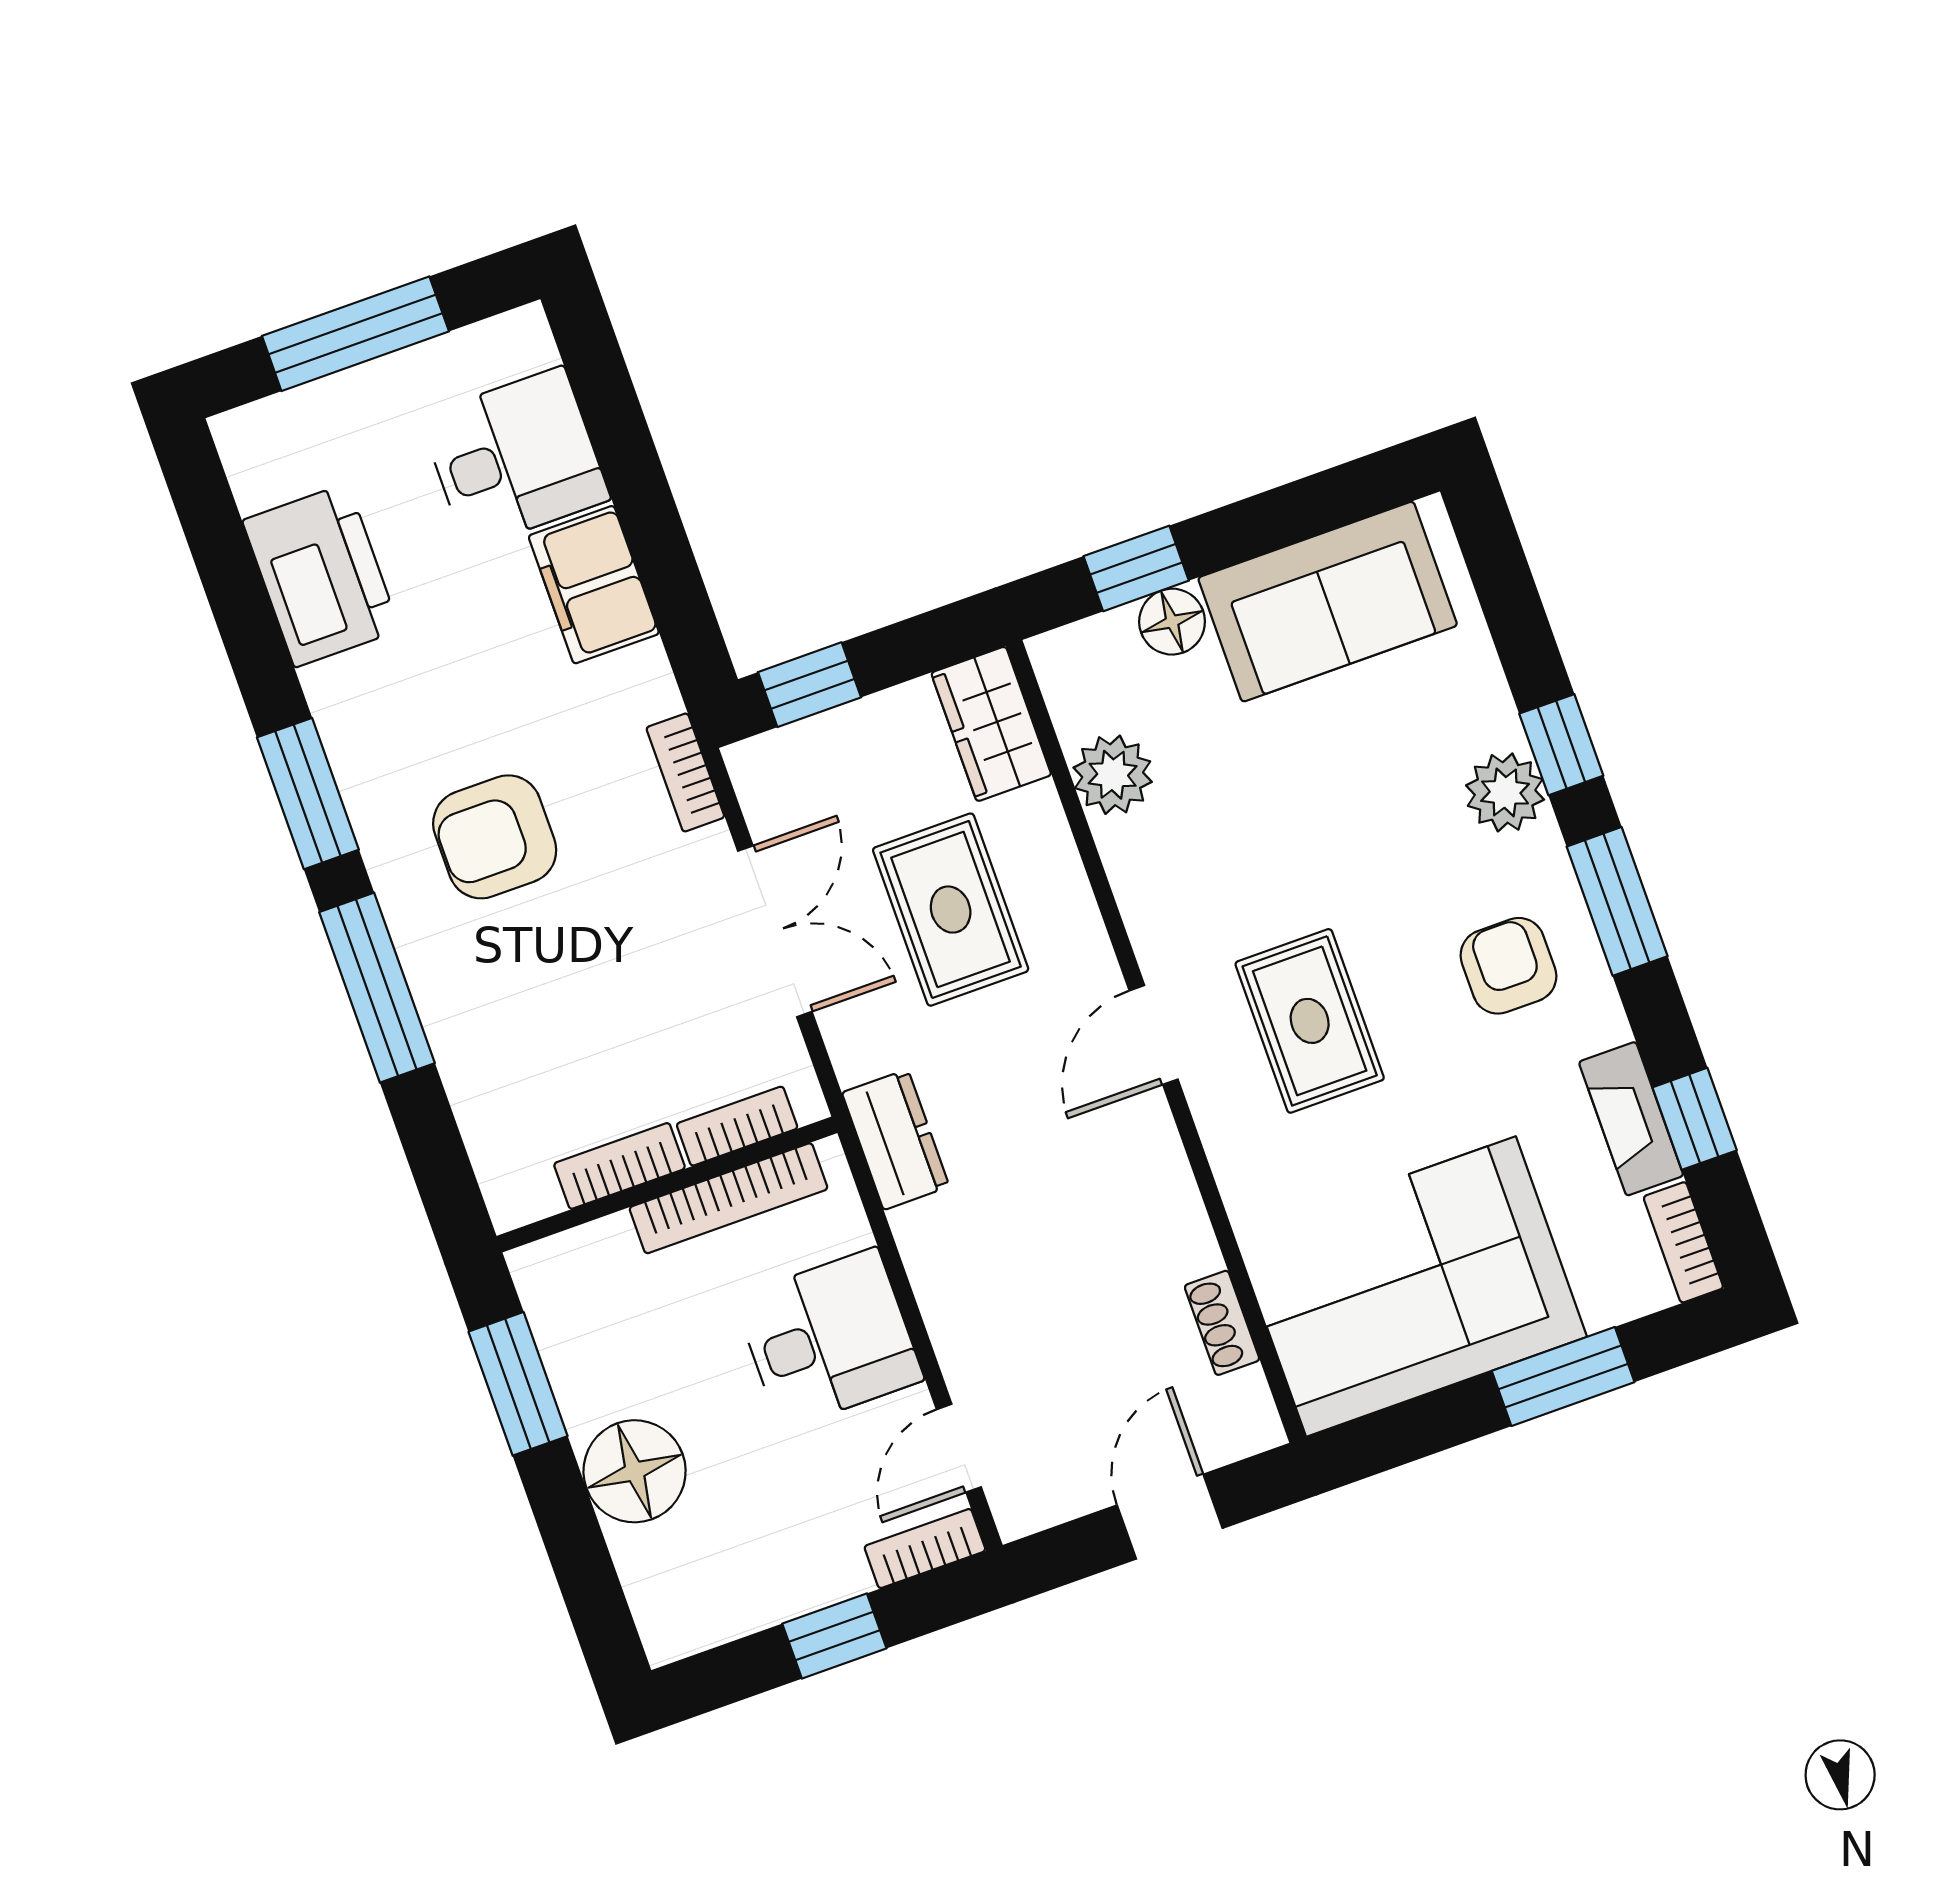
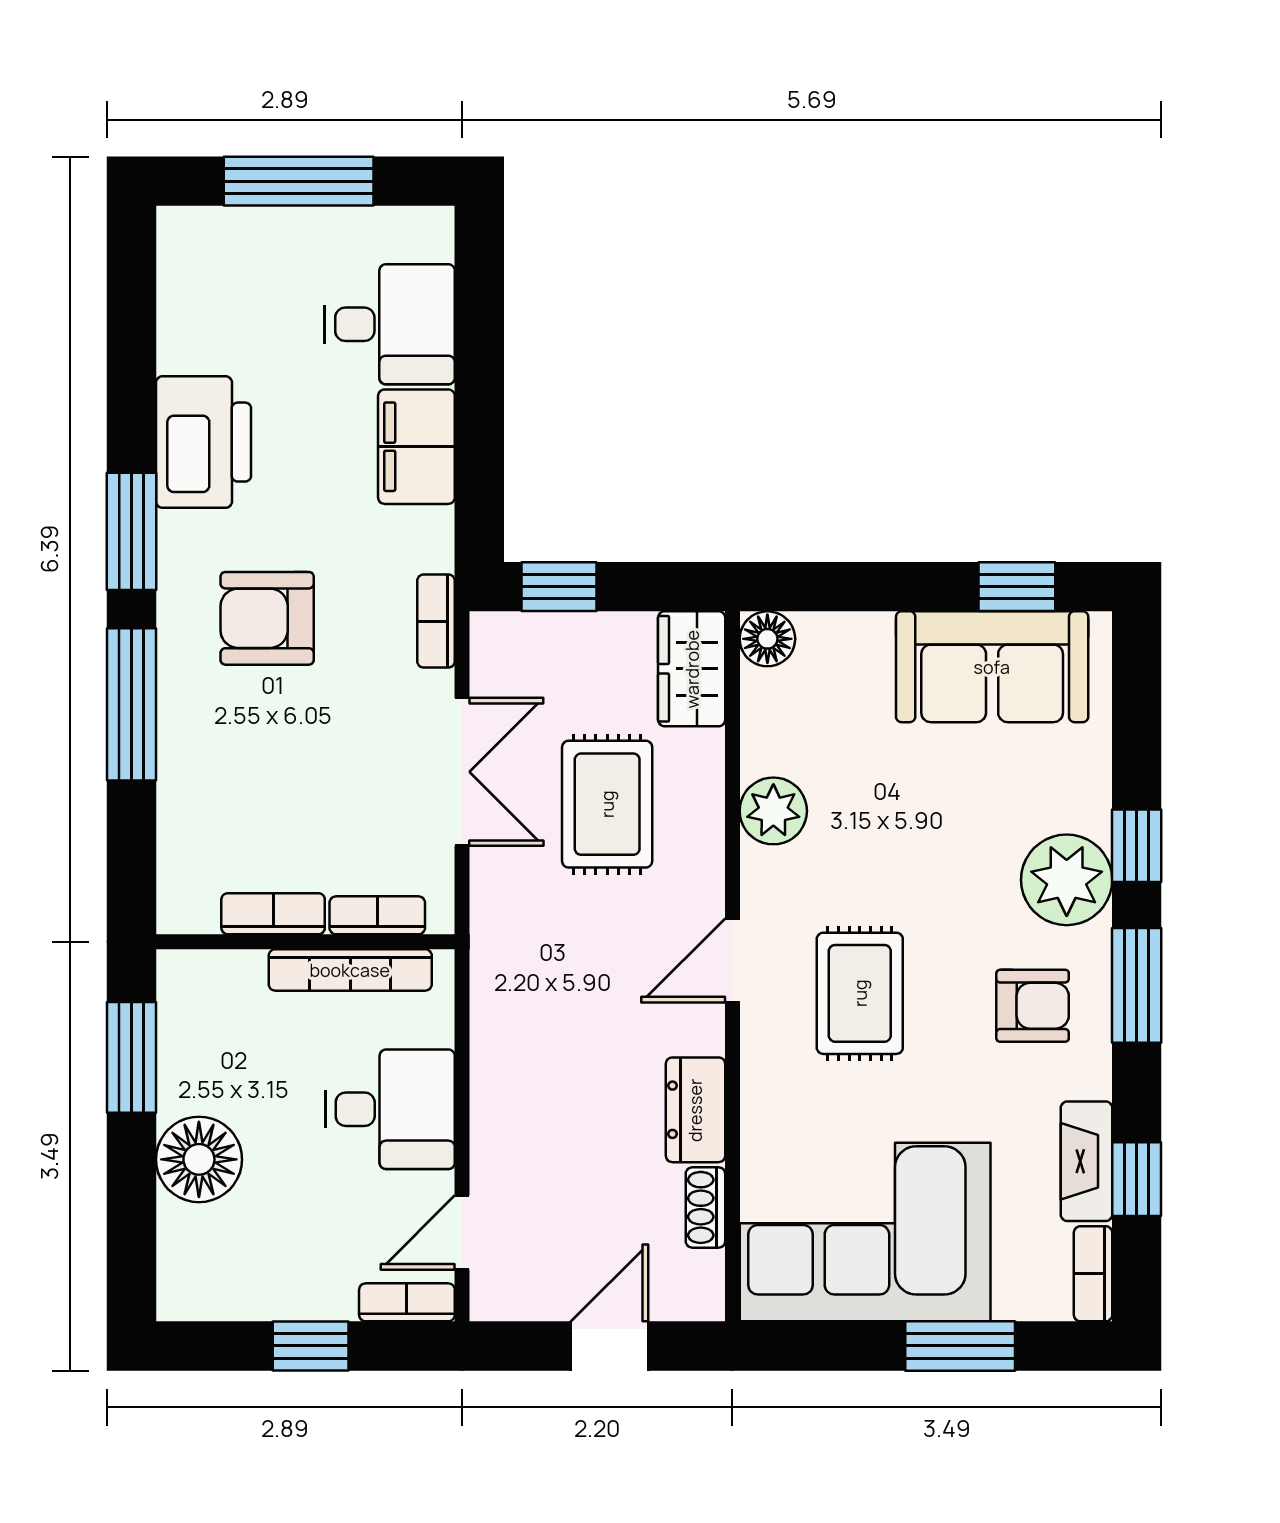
window: (1136, 568) -> (1017, 587), moved
printer: (321, 575) -> (203, 442), moved
floor lamp: (1172, 622) -> (767, 639), moved
plant: (1113, 775) -> (773, 811), moved
plant: (1505, 792) -> (1067, 880), width x1.36, depth x1.36
armchair: (1508, 966) -> (1033, 1006), turned 90
dresser: (896, 1140) -> (695, 1110), moved, turned 180

